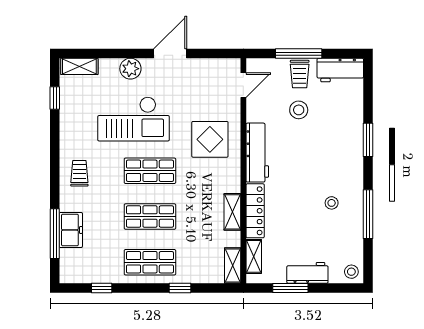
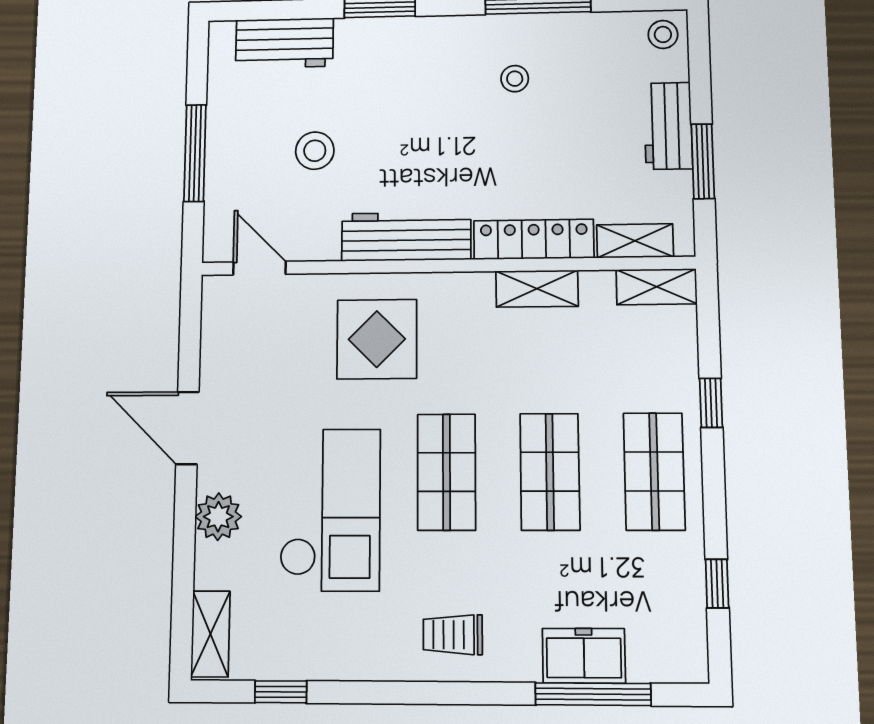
workbench: (340, 70) -> (284, 43), moved, turned 90
trolley: (300, 74) -> (238, 150), removed

